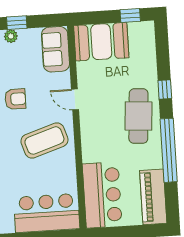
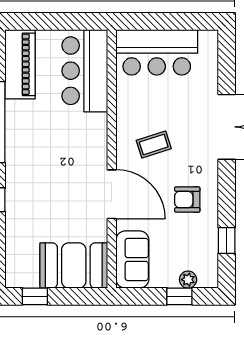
door: (75, 99) -> (112, 194), width x1.88
cafe table: (138, 116) -> (32, 168), removed
coffee table: (44, 140) -> (154, 145), width x0.54, depth x0.58

